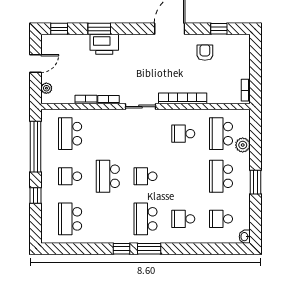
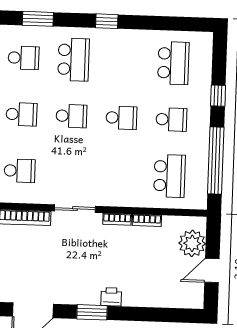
window: (59, 29) -> (179, 315), removed
window: (99, 29) -> (92, 312), moved
printer: (104, 44) -> (111, 297), width x0.53, depth x0.68
plant: (46, 88) -> (192, 243), width x1.88, depth x1.88
school desk: (108, 176) -> (121, 118), width x0.54
school desk: (183, 176) -> (22, 114), added
window: (149, 249) -> (38, 19), moved

